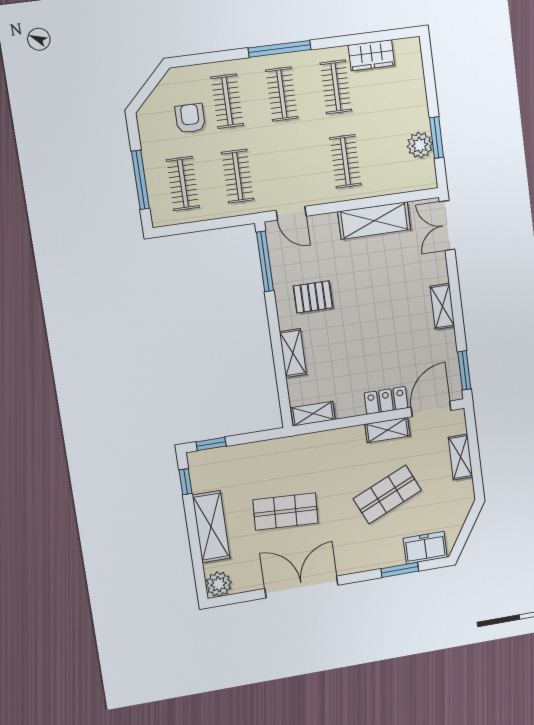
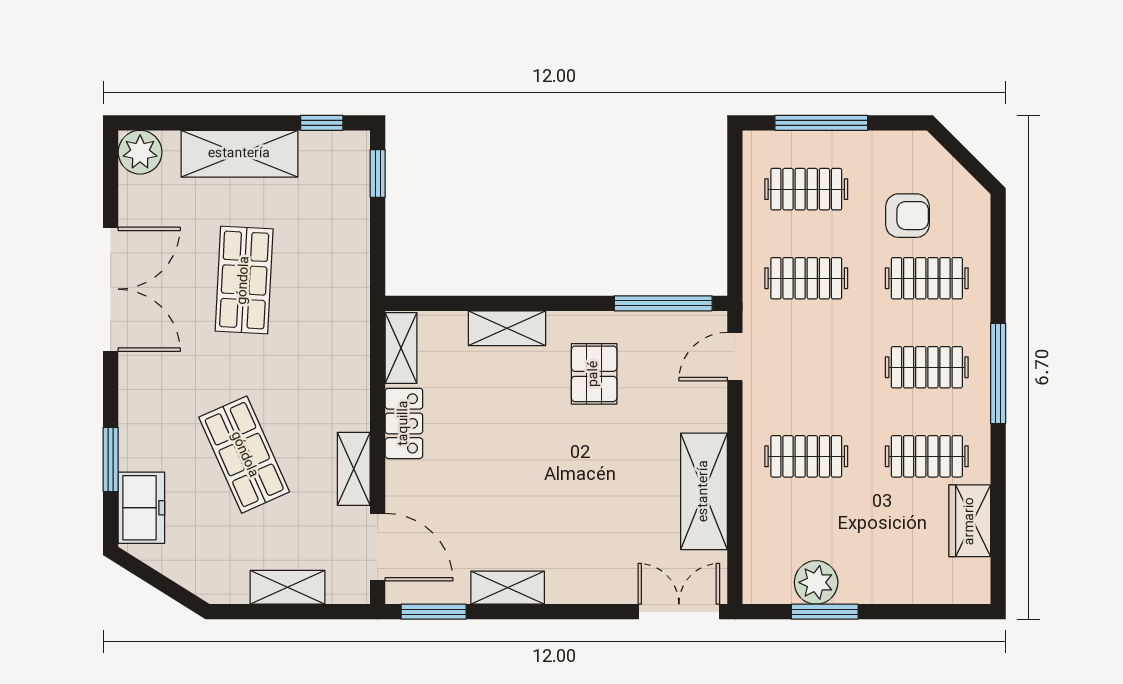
shelving: (442, 306) -> (508, 588), moved
locker: (386, 400) -> (404, 423), moved

